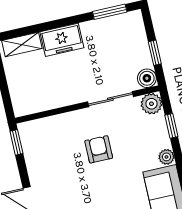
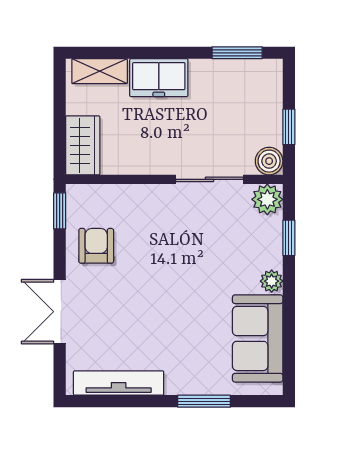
wardrobe: (22, 96) -> (83, 145), added
armchair: (99, 149) -> (96, 246), moved

